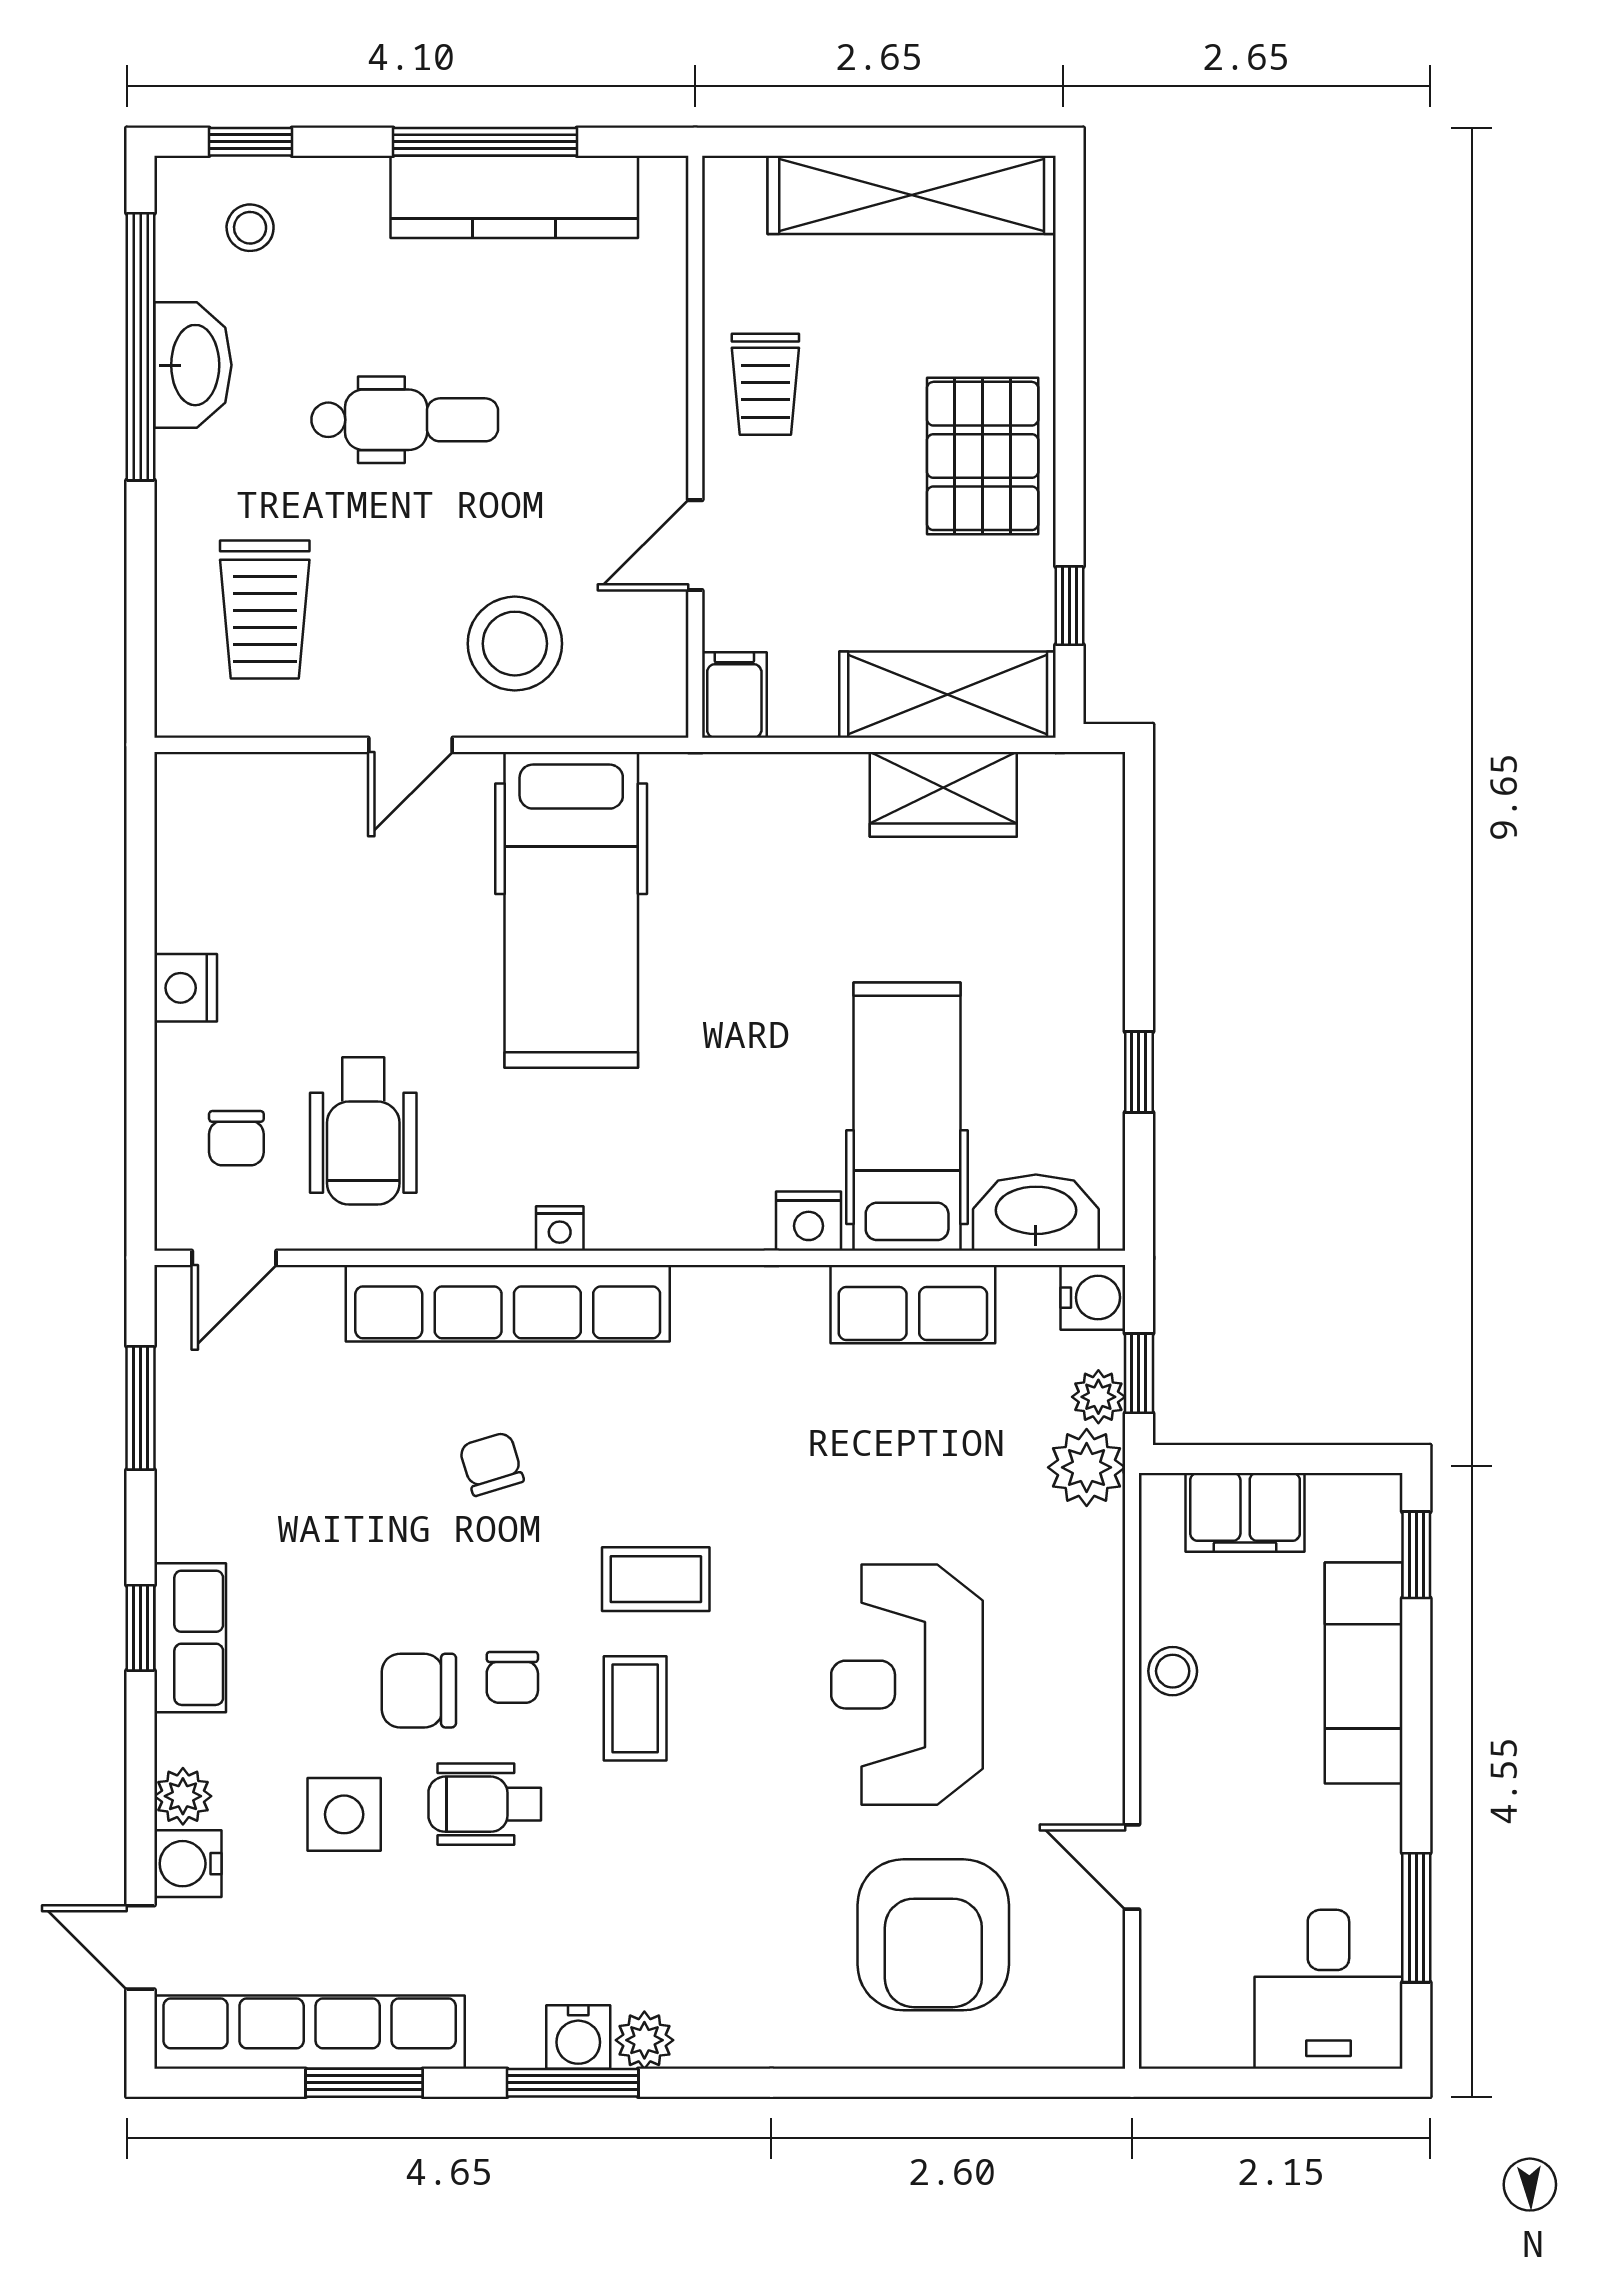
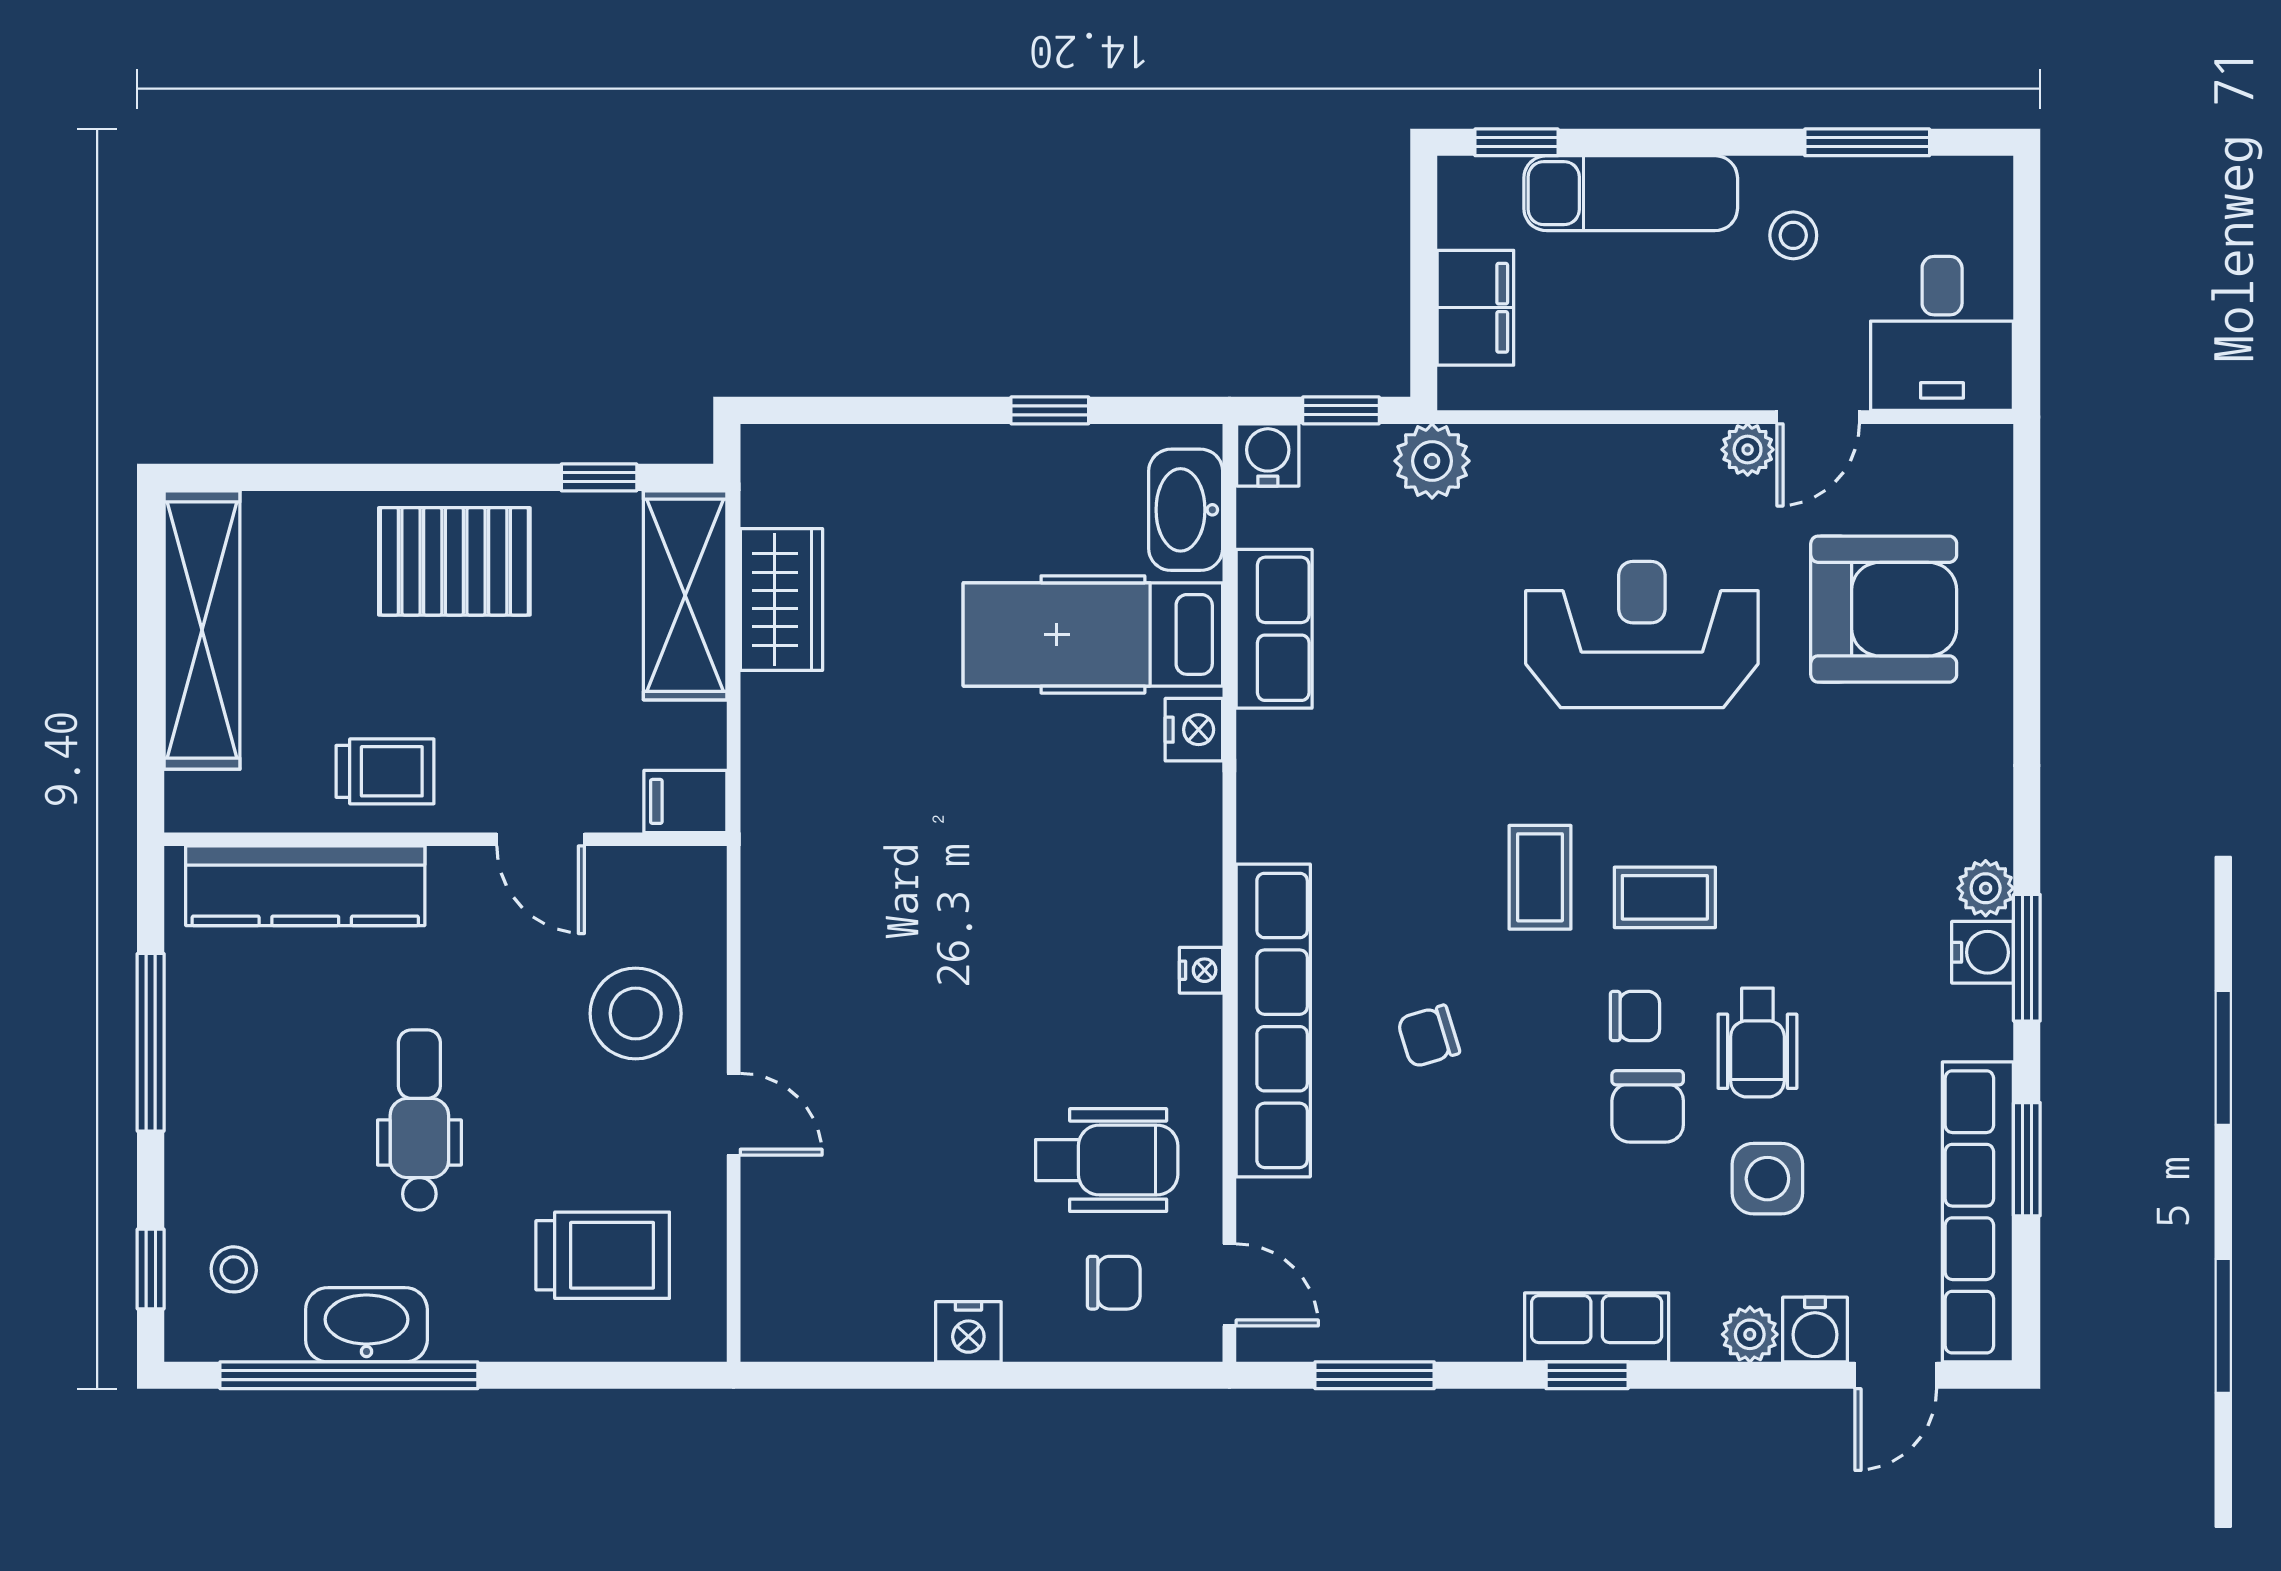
kitchen counter: (514, 197) -> (305, 886), moved, turned 90
hospital bed: (571, 910) -> (893, 959), removed
plant: (1098, 1397) -> (1748, 450), moved
stool: (1173, 1671) -> (1793, 235), moved
reception desk: (907, 1685) -> (1642, 635), turned 180
desk: (1328, 1989) -> (1942, 333), moved, turned 90

